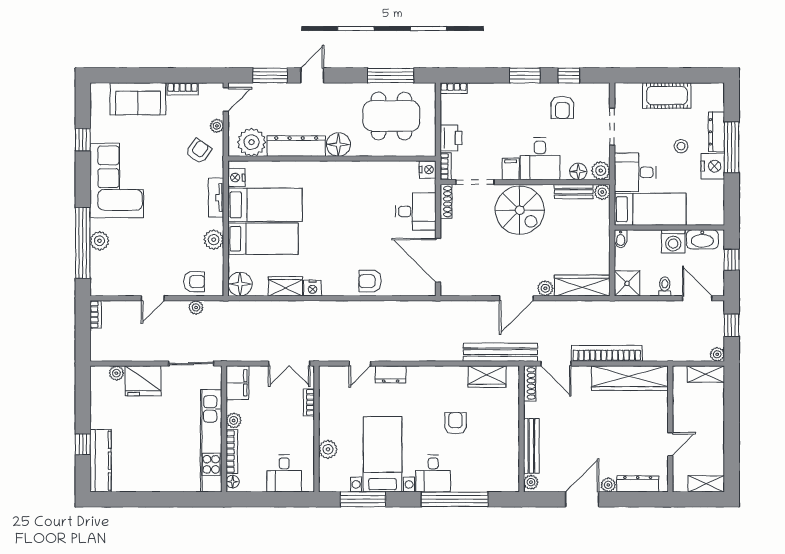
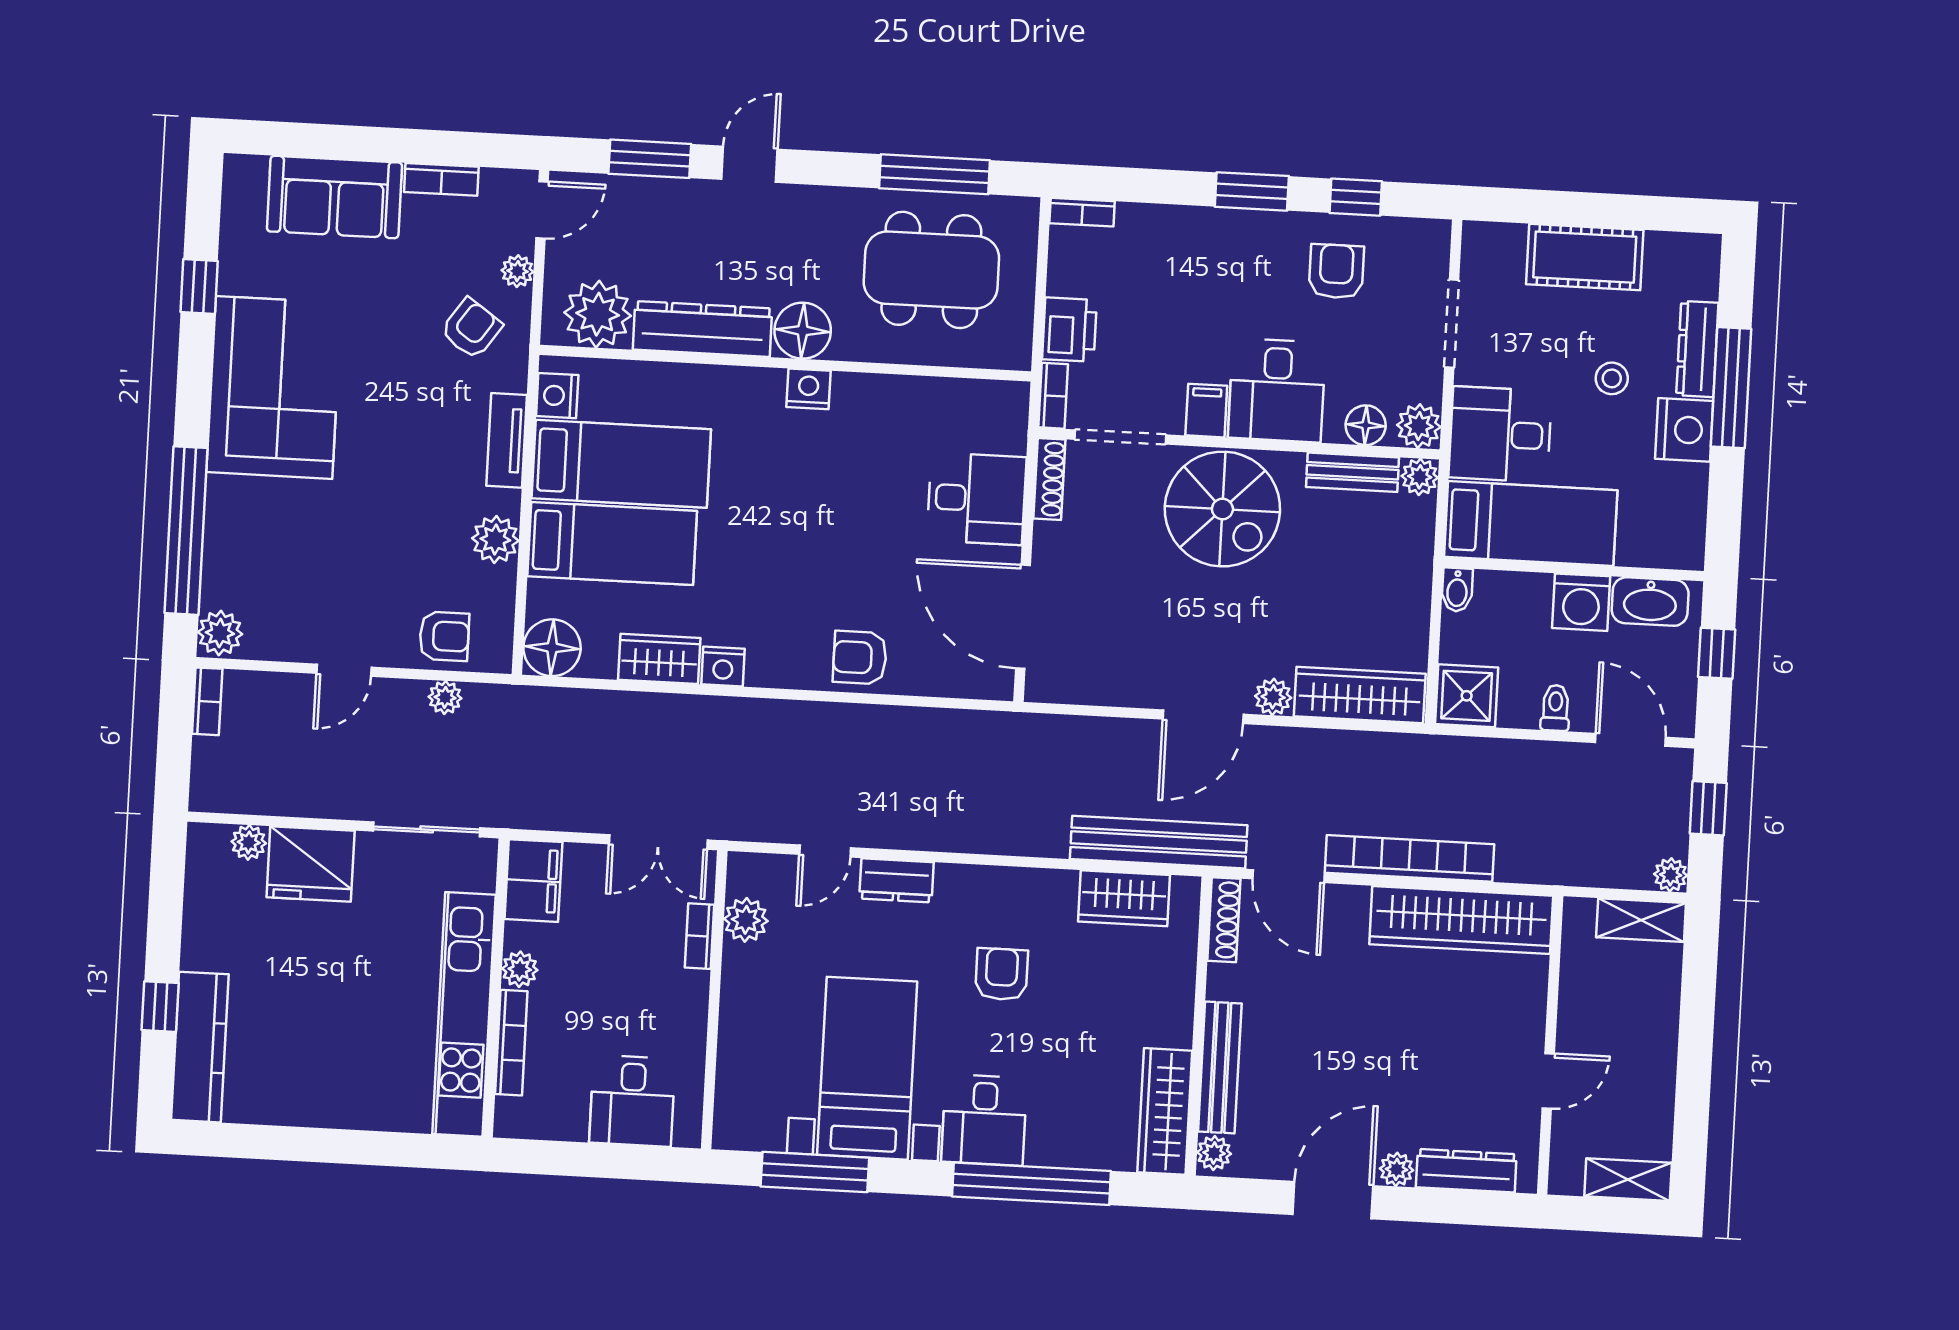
armchair: (562, 107) -> (1336, 271), turned 180
nightstand: (428, 170) -> (809, 389), moved, turned -90
plant: (99, 241) -> (220, 633), moved
armchair: (455, 423) -> (1002, 974), moved
plant: (328, 449) -> (746, 920), moved
wardrobe: (509, 466) -> (1165, 1111), added
floor lamp: (233, 482) -> (509, 1114), removed

